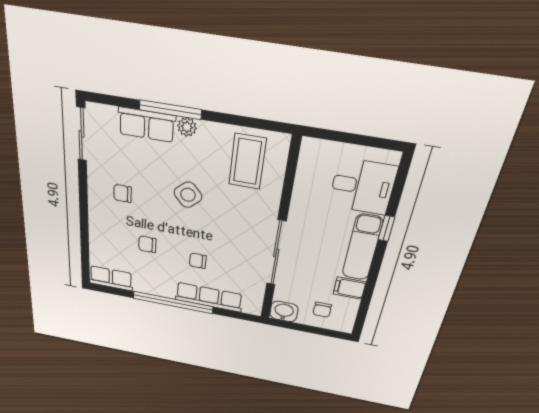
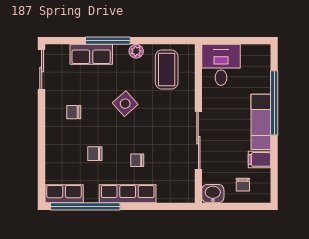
plant: (187, 127) -> (136, 51), moved
desk: (363, 186) -> (221, 65), moved, turned -90
window: (386, 228) -> (274, 103), width x3.17
row of seats: (209, 297) -> (128, 194), moved
window: (173, 302) -> (85, 206), moved

